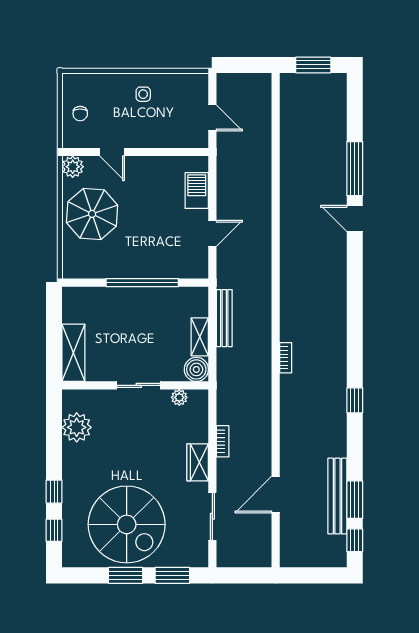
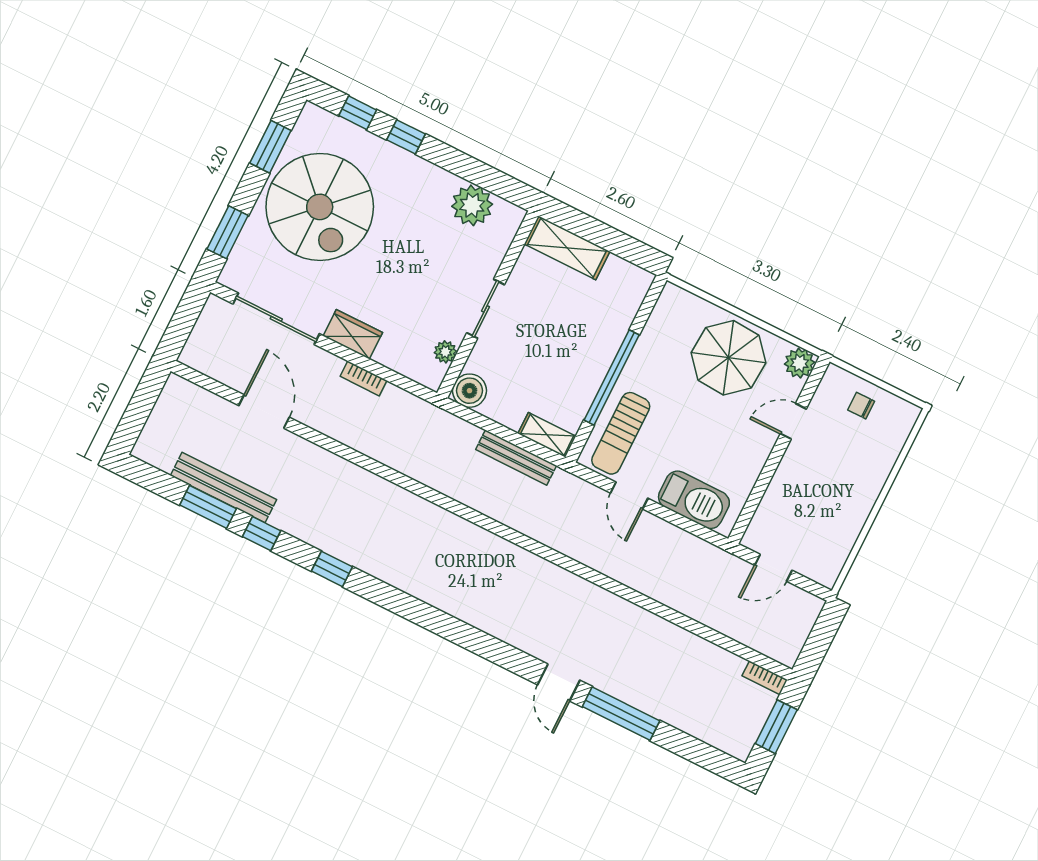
side table: (143, 94) -> (846, 496), removed
barbecue: (197, 191) -> (694, 500), width x1.37, depth x1.21
door: (355, 219) -> (559, 682), swing flipped
sun lounger: (175, 259) -> (621, 433), added
shelving: (200, 337) -> (547, 435), moved
bookcase: (286, 358) -> (765, 678), moved
sliding door: (212, 516) -> (276, 319), width x1.37
spiral stairs: (127, 524) -> (320, 207), turned -90
window: (355, 540) -> (262, 534), moved
window: (126, 575) -> (270, 147), moved

